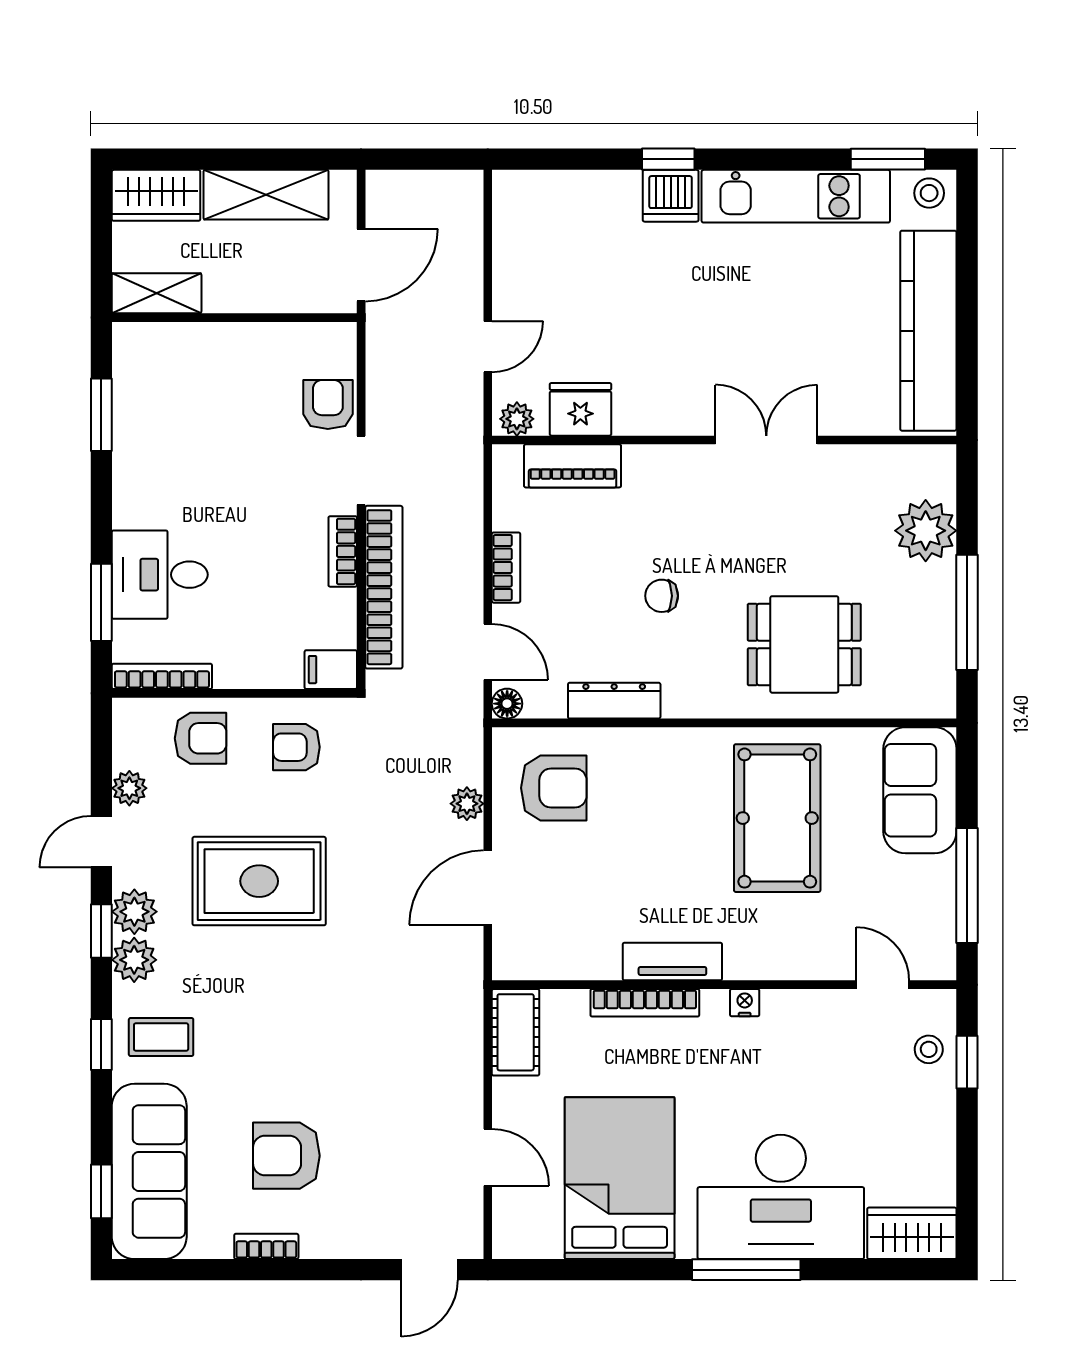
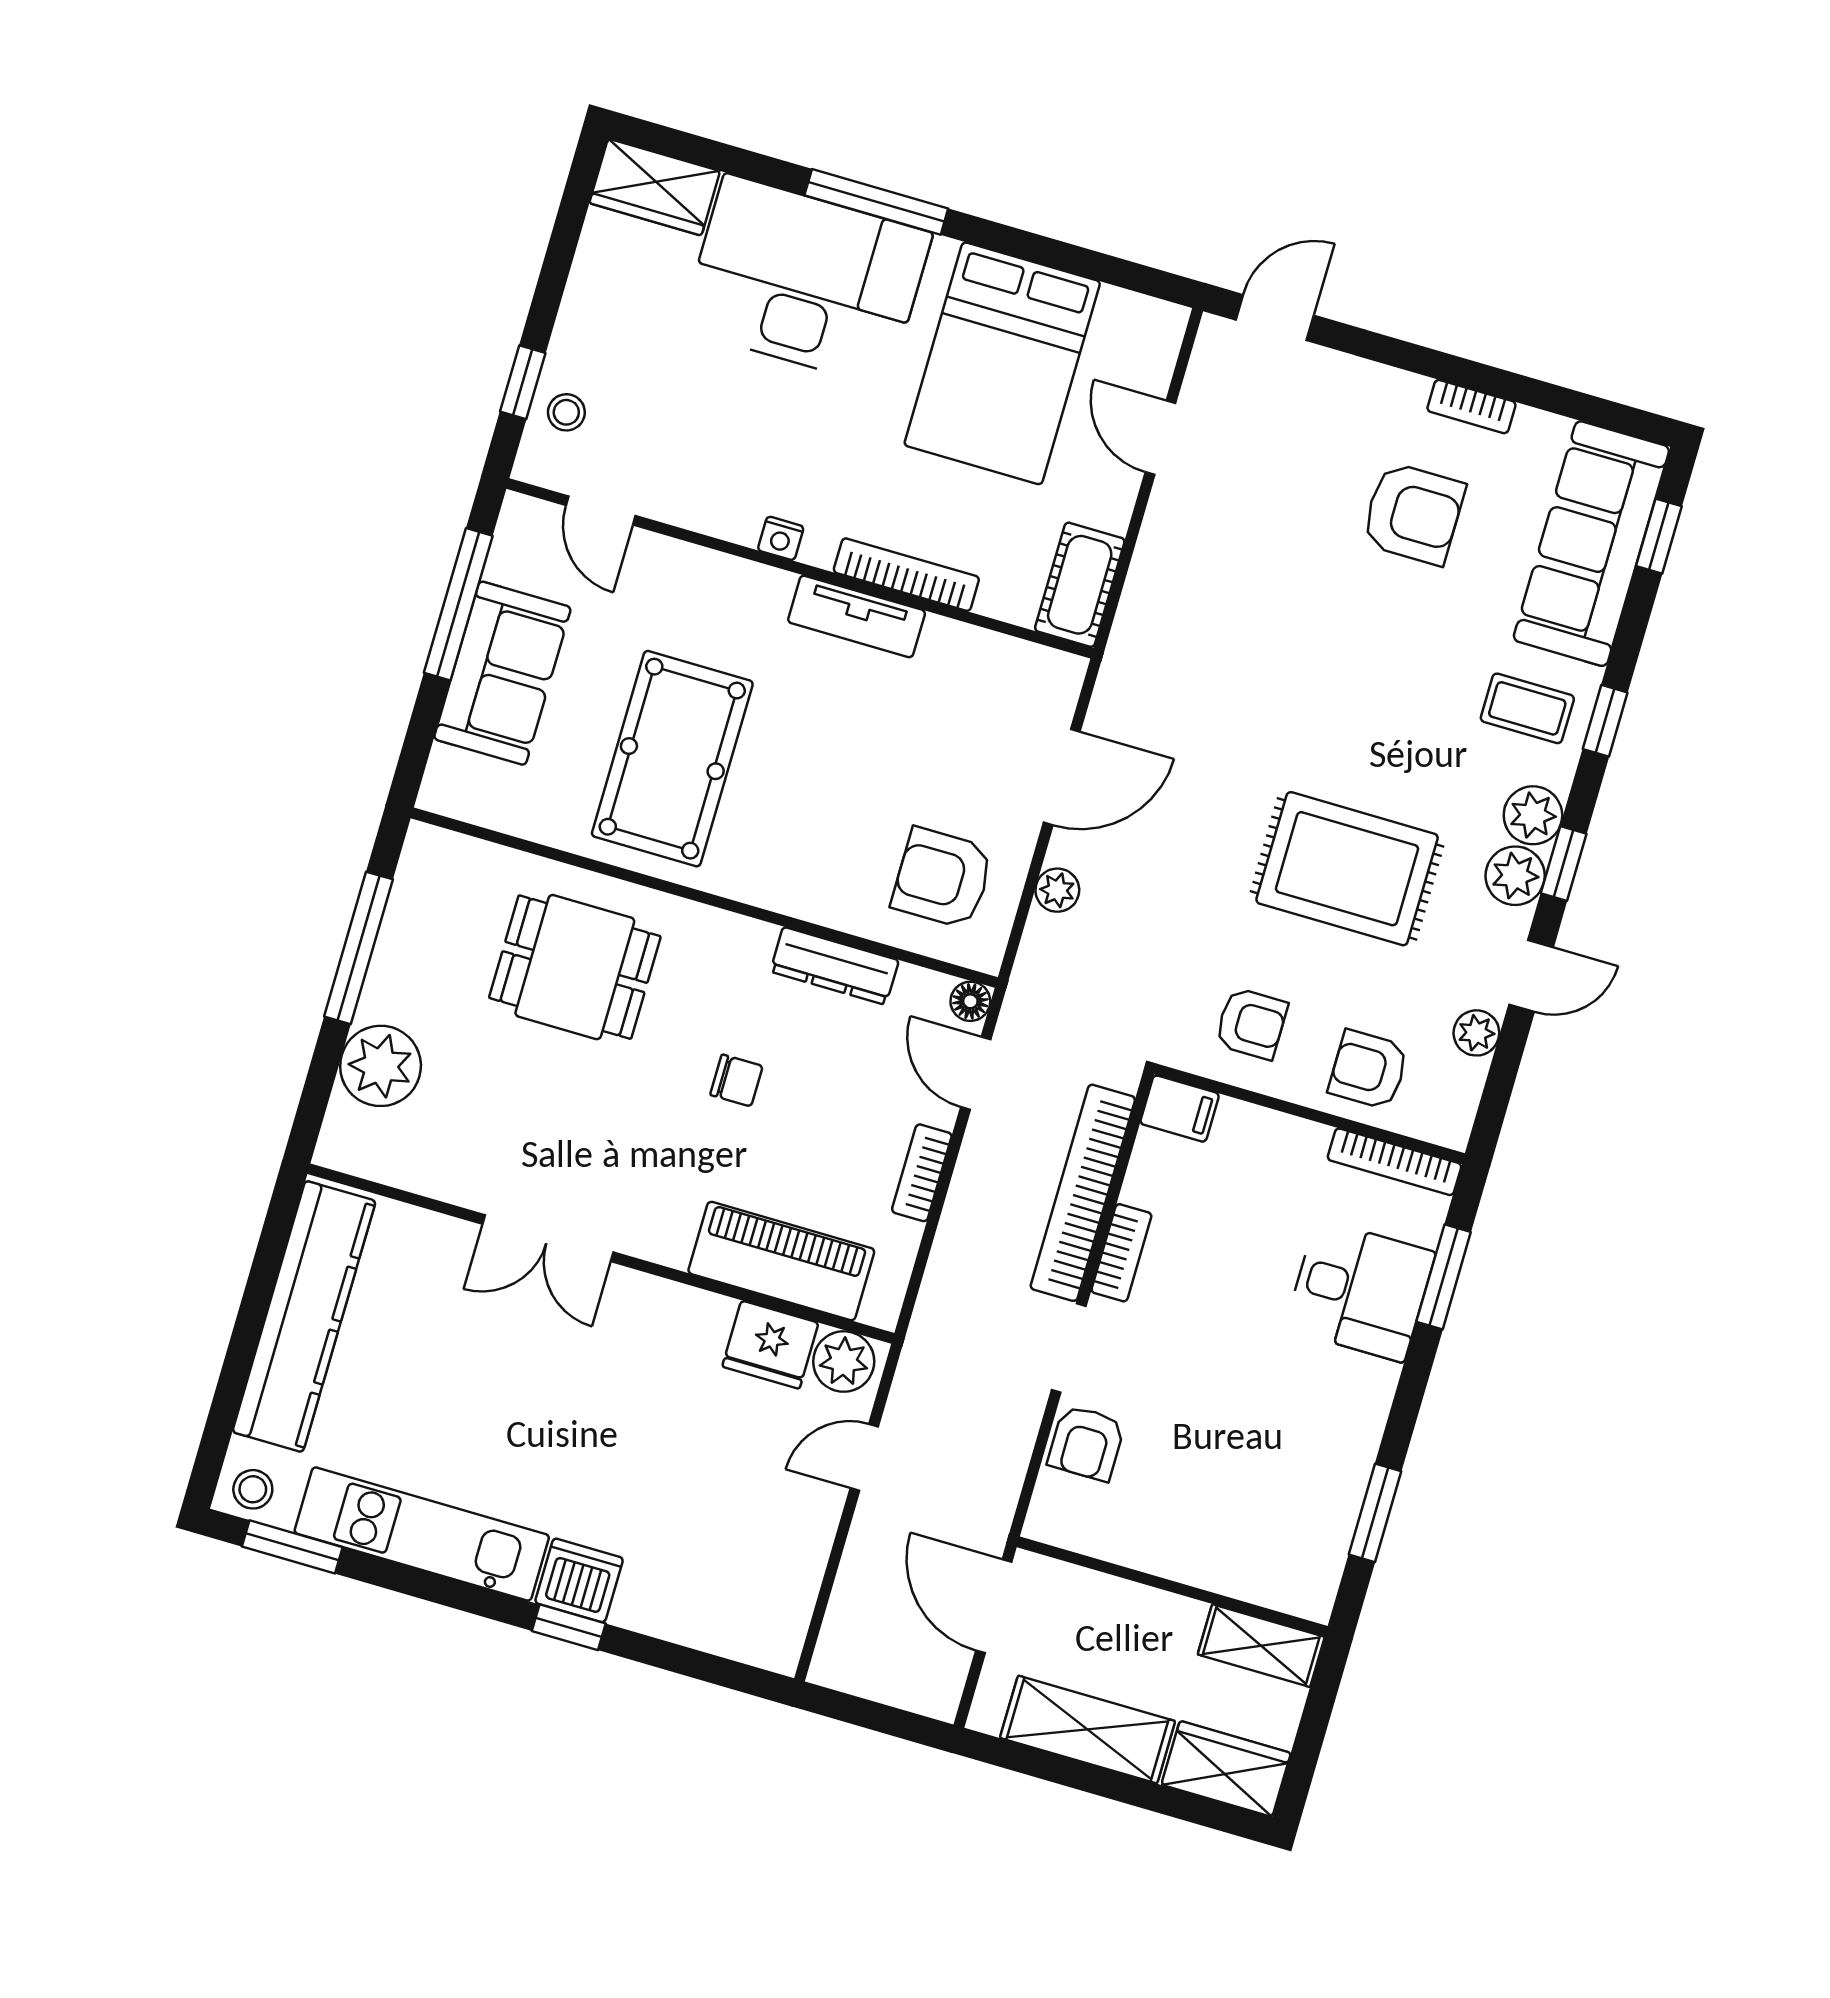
door: (361, 265) -> (994, 1606), hinge flipped
plant: (517, 419) -> (844, 1362), width x1.38, depth x1.38
piano: (573, 466) -> (781, 1261), width x1.37, depth x1.33
sofa: (920, 790) -> (502, 673), moved

